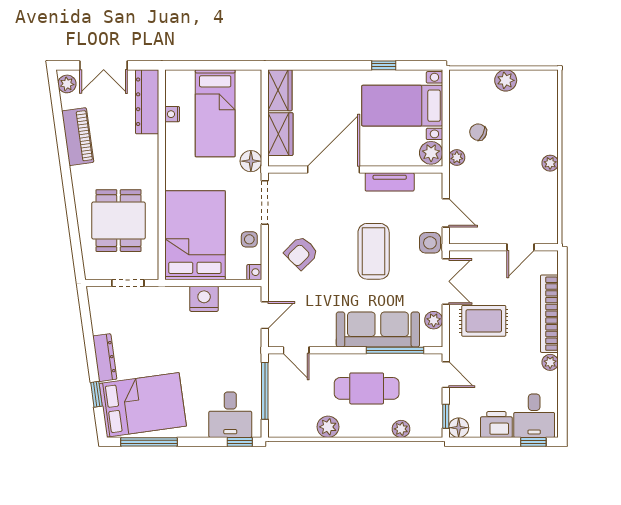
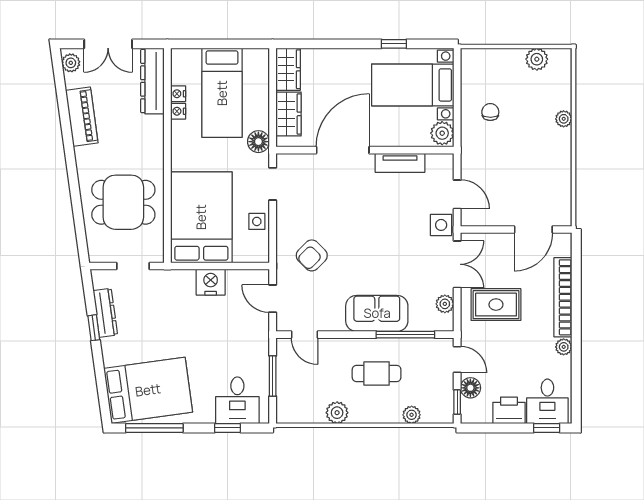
plant: (506, 80) -> (537, 59), moved
chair: (478, 132) -> (490, 112), turned 65
plant: (457, 157) -> (468, 138), removed
plant: (550, 163) -> (564, 119), moved
doorway: (265, 203) -> (273, 184), width x0.73
dining table: (119, 221) -> (123, 202), turned 90
door: (520, 247) -> (533, 229), width x1.38
coffee table: (374, 251) -> (384, 234), removed
armchair: (301, 253) -> (312, 255), moved
nightstand: (254, 272) -> (178, 111), moved, turned 180
door: (265, 315) -> (273, 299), swing flipped
sofa: (378, 330) -> (377, 313), width x0.73
dresser: (105, 358) -> (105, 313), moved
cafe table: (367, 388) -> (377, 373), width x0.73, depth x0.74
window: (265, 391) -> (273, 376), width x0.69
window: (96, 394) -> (94, 328), moved
floor lamp: (459, 428) -> (470, 388), moved
window: (240, 442) -> (227, 428), moved

